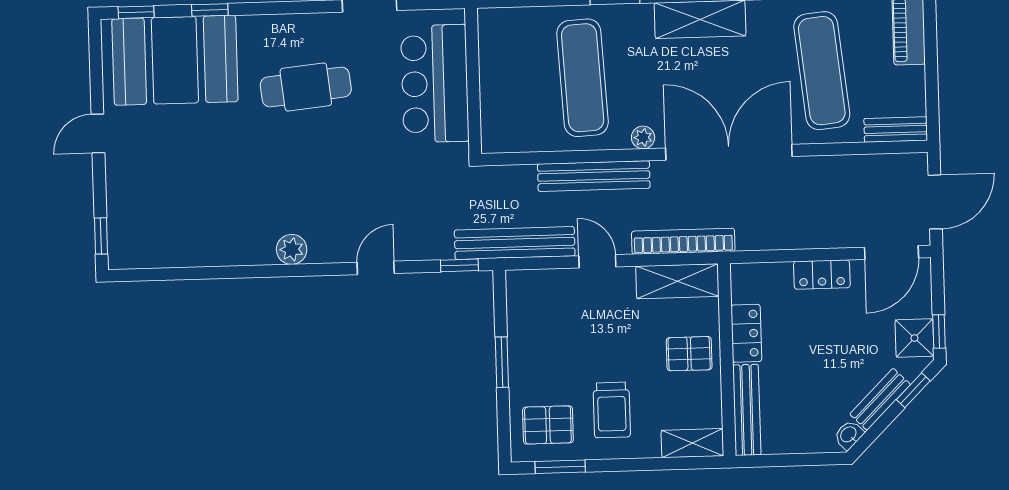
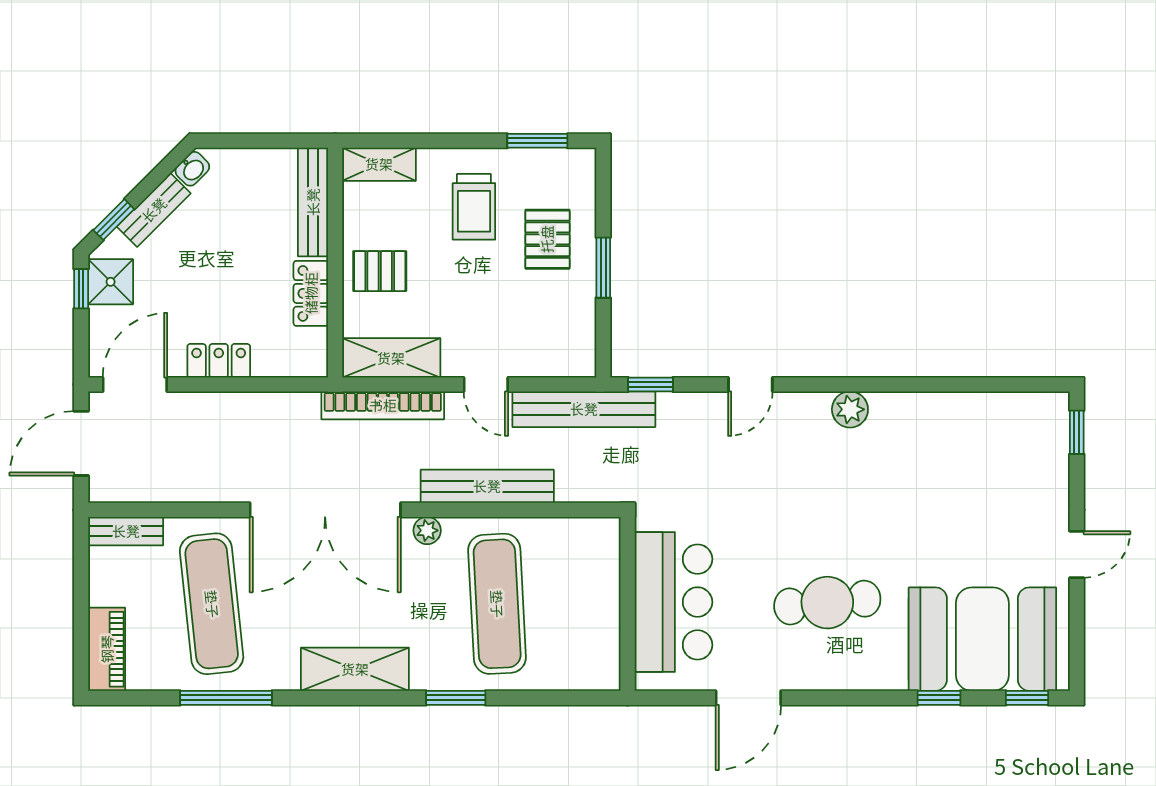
trolley: (612, 410) -> (474, 207), turned 180
pallet: (548, 425) -> (547, 239), moved, turned 90

